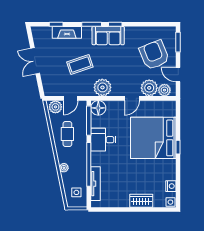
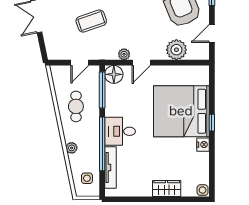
door: (178, 75) -> (212, 34), hinge flipped
plant: (102, 87) -> (124, 54), width x0.53, depth x0.53
plant: (164, 90) -> (195, 52), removed
door: (132, 98) -> (141, 63), moved
plant: (55, 107) -> (61, 73), removed
desk: (103, 140) -> (120, 131), moved
nightstand: (171, 186) -> (203, 145), moved

